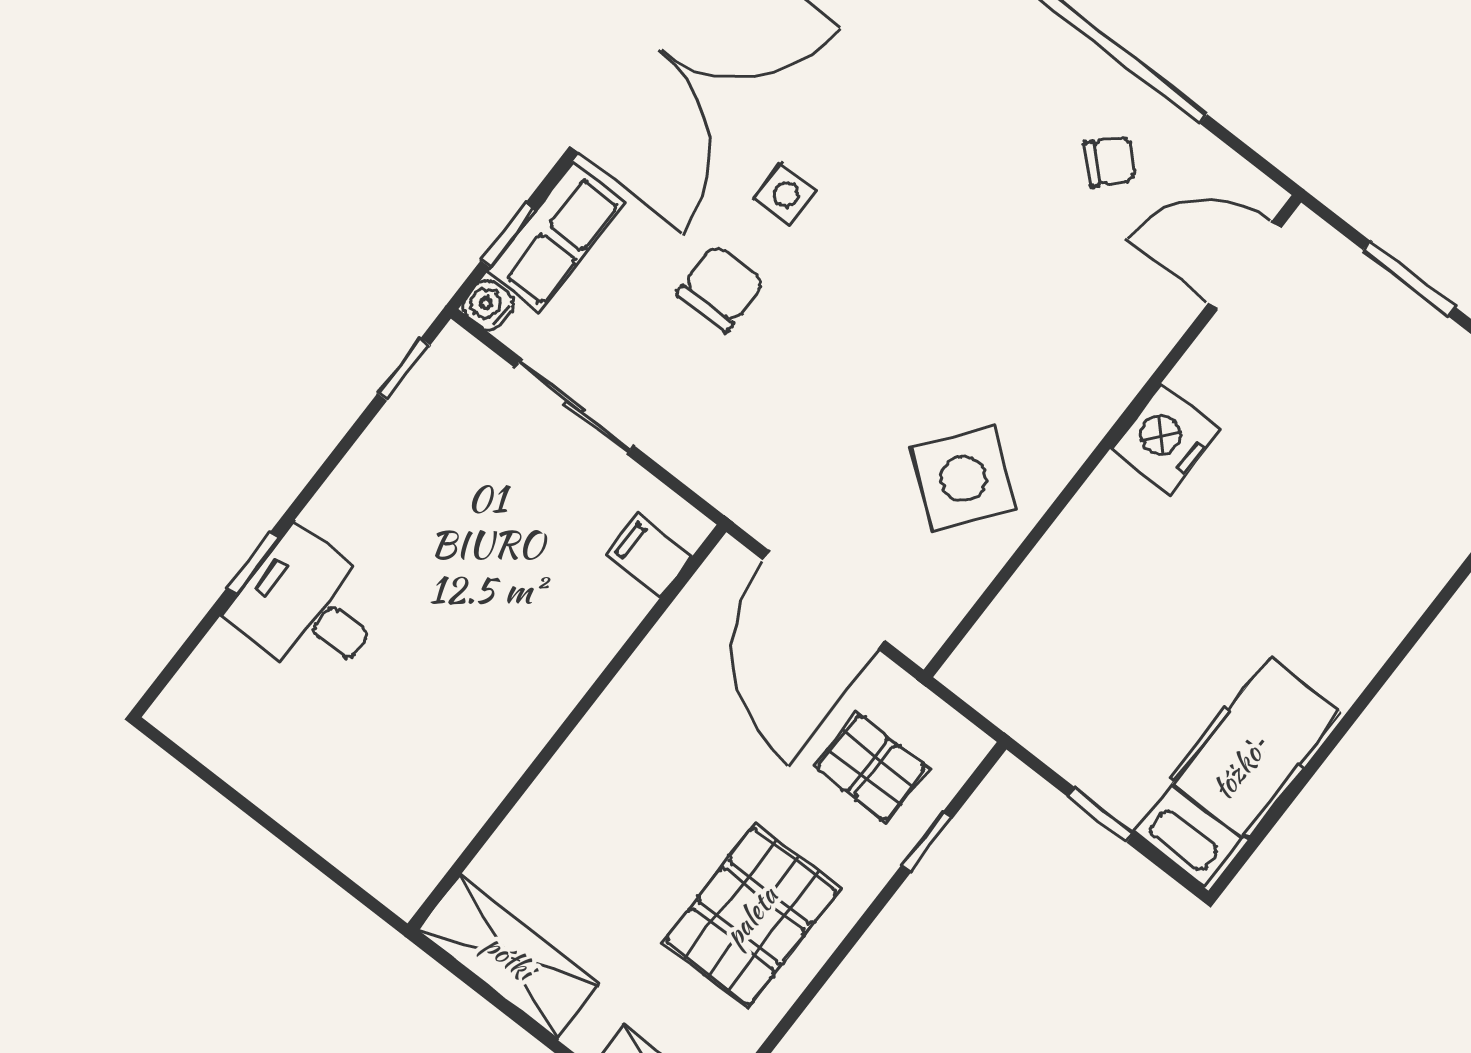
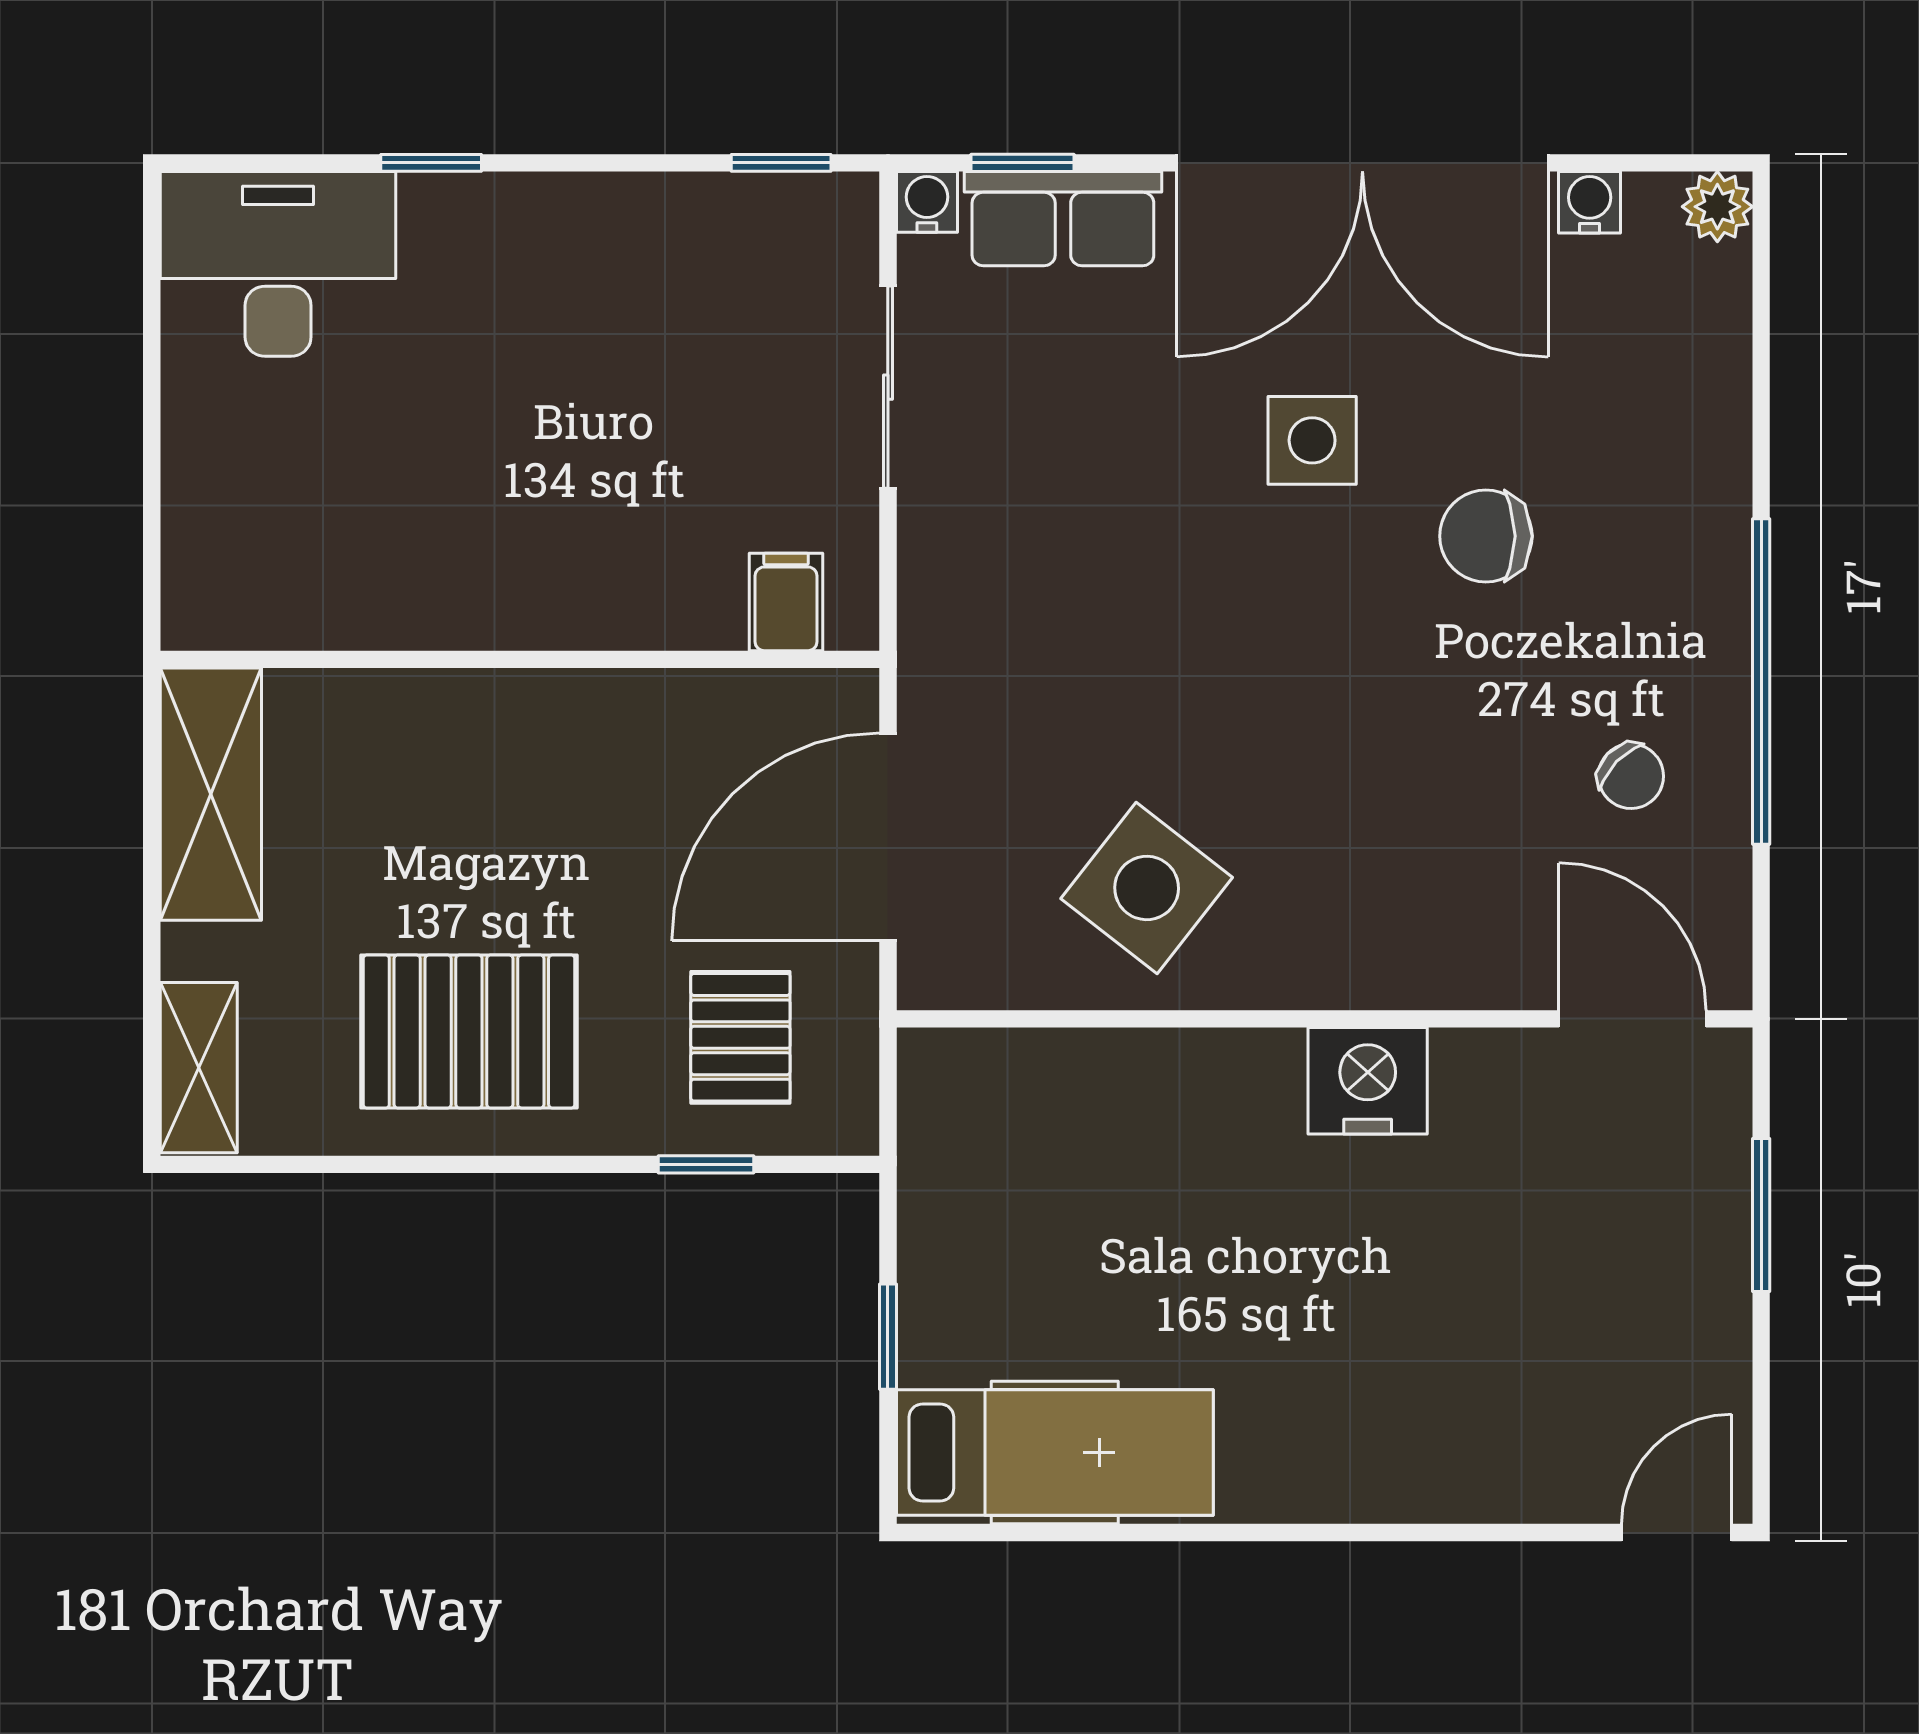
side table: (786, 194) -> (1312, 440), width x1.37, depth x1.37
chair: (720, 288) -> (1486, 536), moved, turned 180
desk: (309, 608) -> (278, 264), moved, width x1.37

